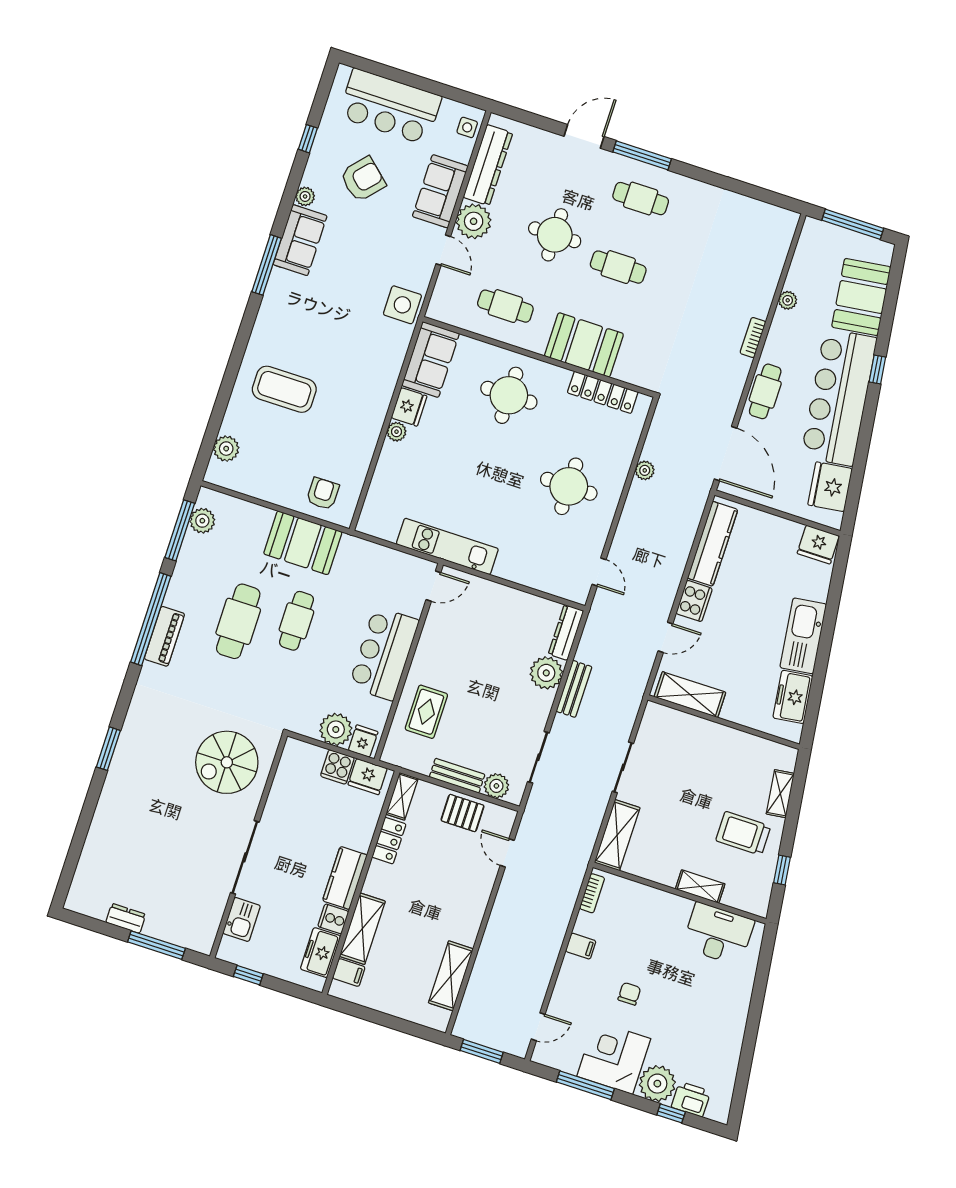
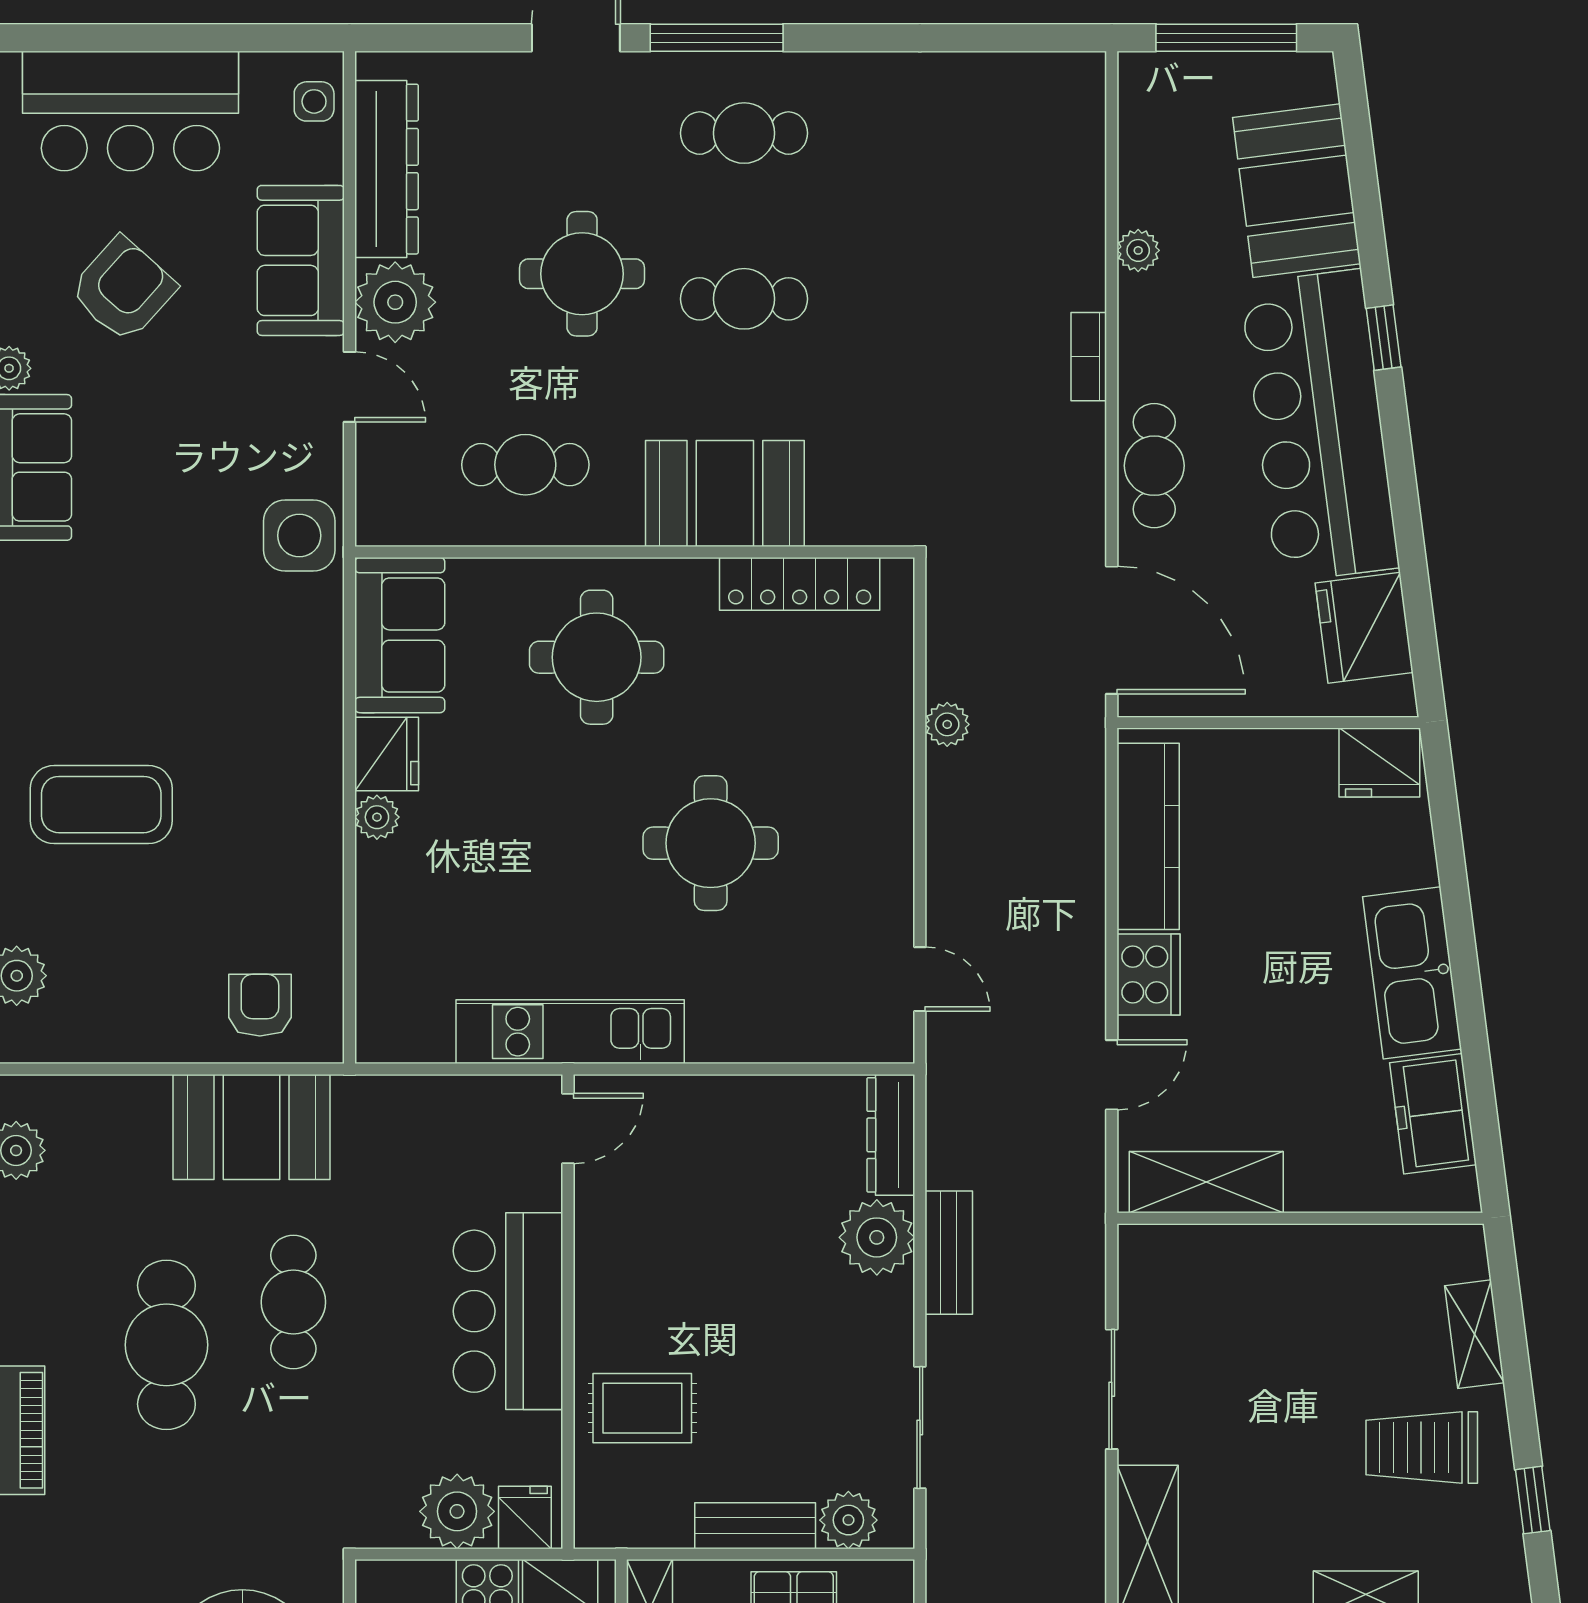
round table: (569, 486) -> (711, 843), moved
rug: (426, 712) -> (642, 1408), turned 90

